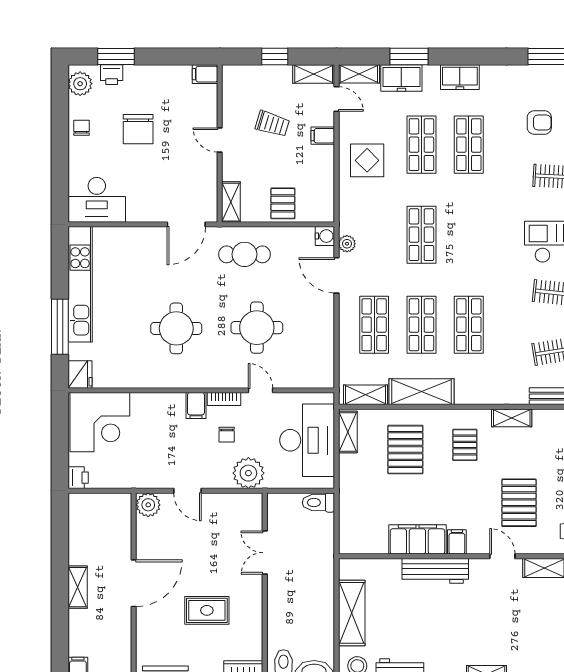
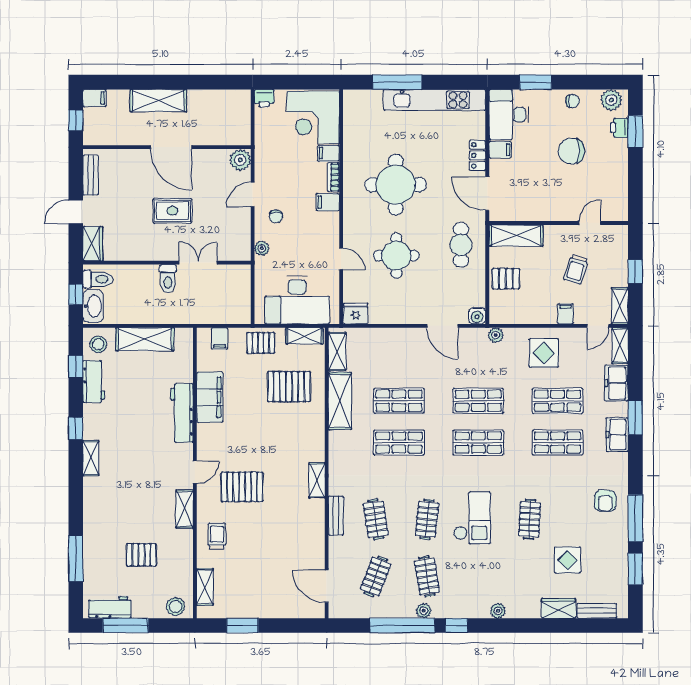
window: (409, 56) -> (635, 418), moved
filing cabinet: (205, 74) -> (500, 150), moved, turned 90
armchair: (539, 123) -> (605, 501), moved
door: (220, 140) -> (590, 223), moved
window: (60, 170) -> (536, 82), added
shelving: (231, 202) -> (516, 236), width x1.50, depth x1.33
locker: (143, 236) -> (477, 155), added
plant: (347, 244) -> (496, 335), moved
door: (336, 275) -> (442, 326), swing flipped
shop shelf: (374, 325) -> (478, 443), moved
round table: (176, 328) -> (396, 185), width x1.36, depth x1.36
fridge: (80, 375) -> (356, 314), moved, turned 180
door: (261, 390) -> (341, 259), hinge flipped
bookcase: (224, 399) -> (333, 177), moved
filing cabinet: (140, 405) -> (329, 153), added
chair: (227, 435) -> (276, 216), moved, turned -90
pallet: (465, 445) -> (261, 343), moved
plant: (248, 473) -> (262, 248), width x0.53, depth x0.53
toilet: (318, 503) -> (168, 279), moved, turned 180
filing cabinet: (457, 542) -> (220, 338), moved, turned 90
shelving: (78, 587) -> (158, 101), width x1.50, depth x1.33
rug: (207, 610) -> (172, 211), moved, turned 90

